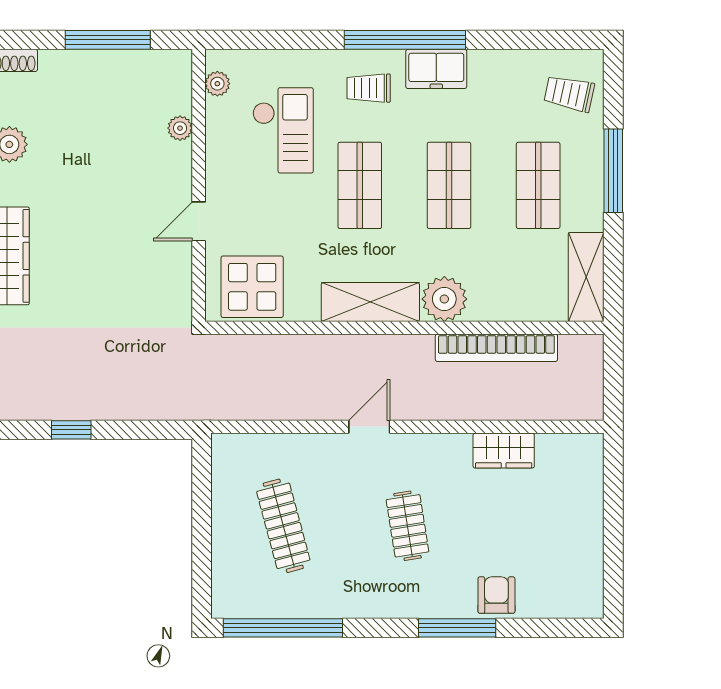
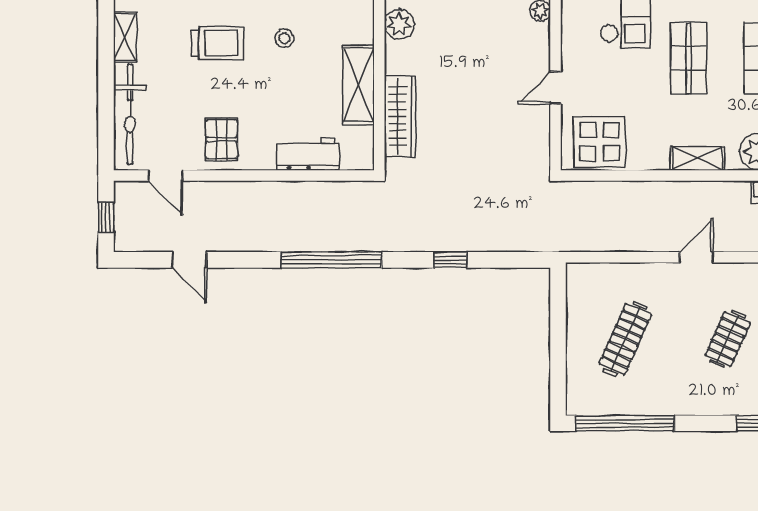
shelving: (370, 302) -> (697, 158), width x0.67, depth x0.75
clothes rail: (283, 526) -> (625, 339), turned 39
clothes rail: (407, 526) -> (728, 339), turned 33

